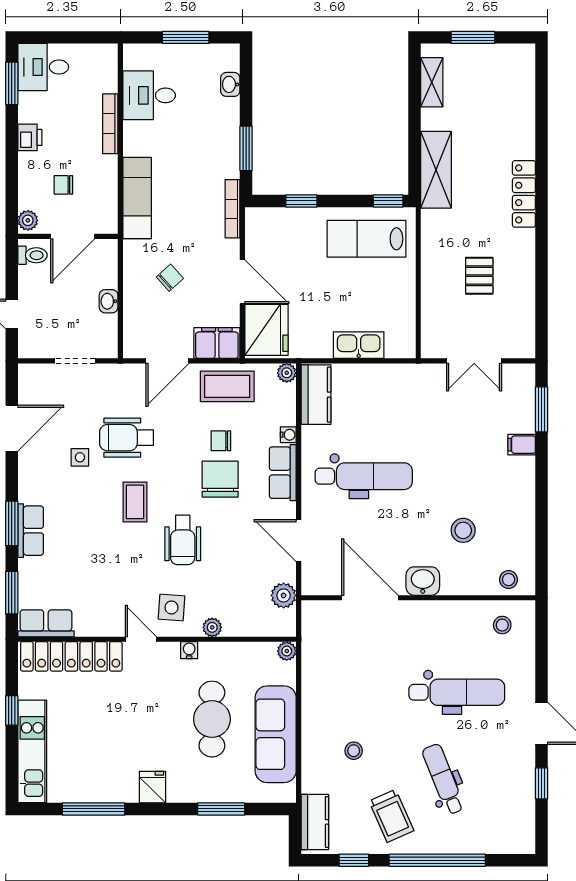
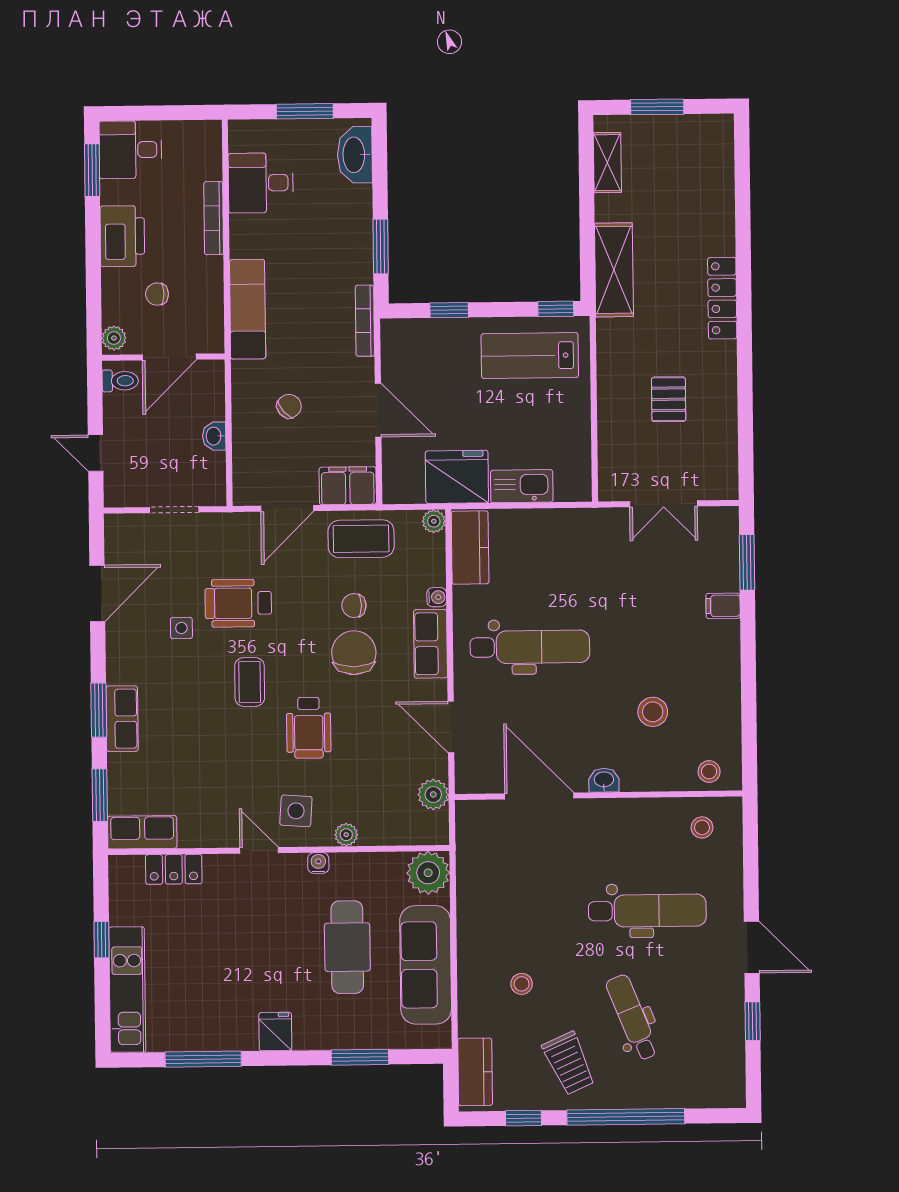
washbasin: (230, 84) -> (355, 155), width x1.91, depth x1.45
printer: (30, 137) -> (122, 236), width x1.87, depth x1.48
fridge: (266, 330) -> (457, 477), moved, turned -90
washbasin: (423, 581) -> (604, 780), width x0.72, depth x0.69
plant: (287, 651) -> (428, 873), width x1.88, depth x1.88
locker: (71, 656) -> (174, 869), width x0.46, depth x0.83

